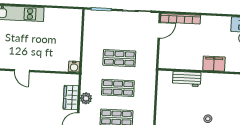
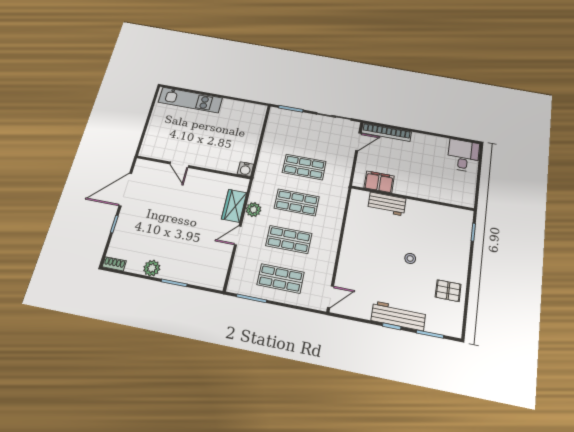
filing cabinet: (214, 64) -> (379, 182), moved

